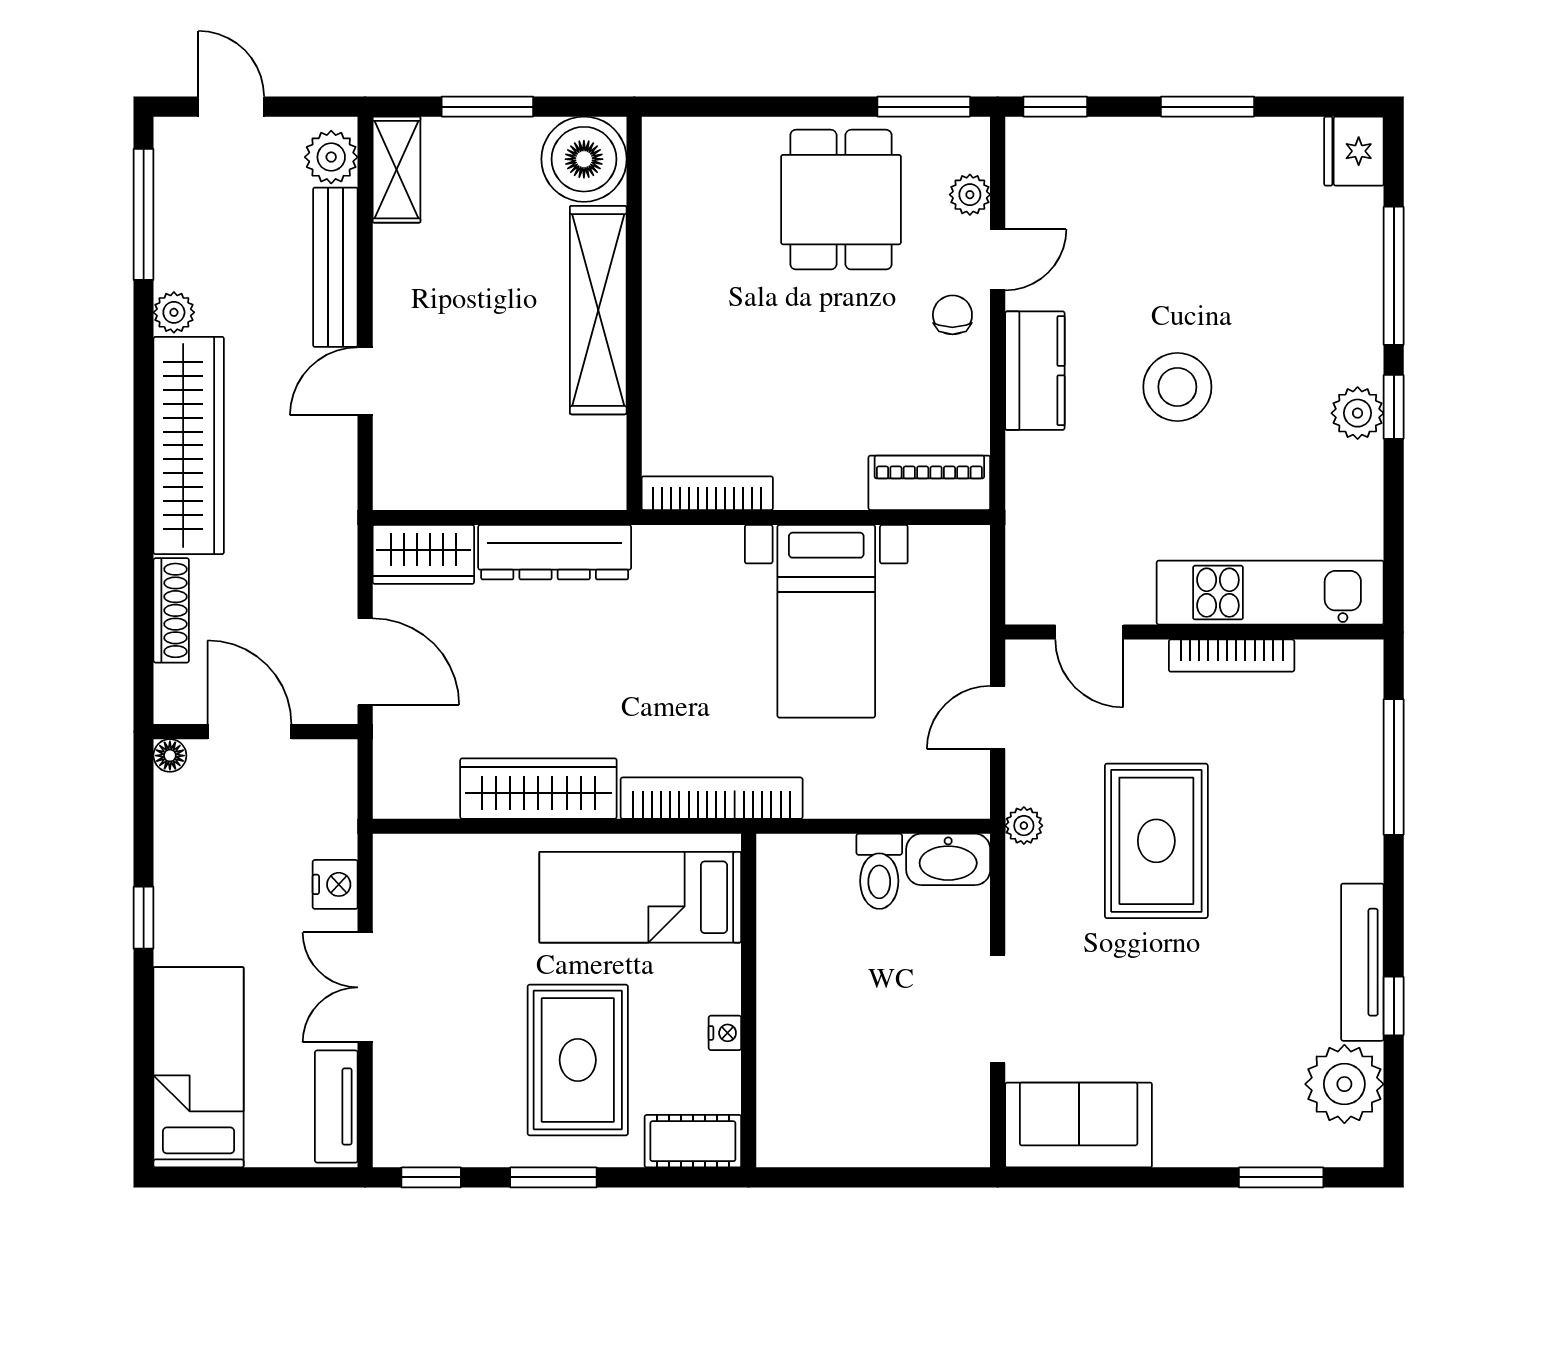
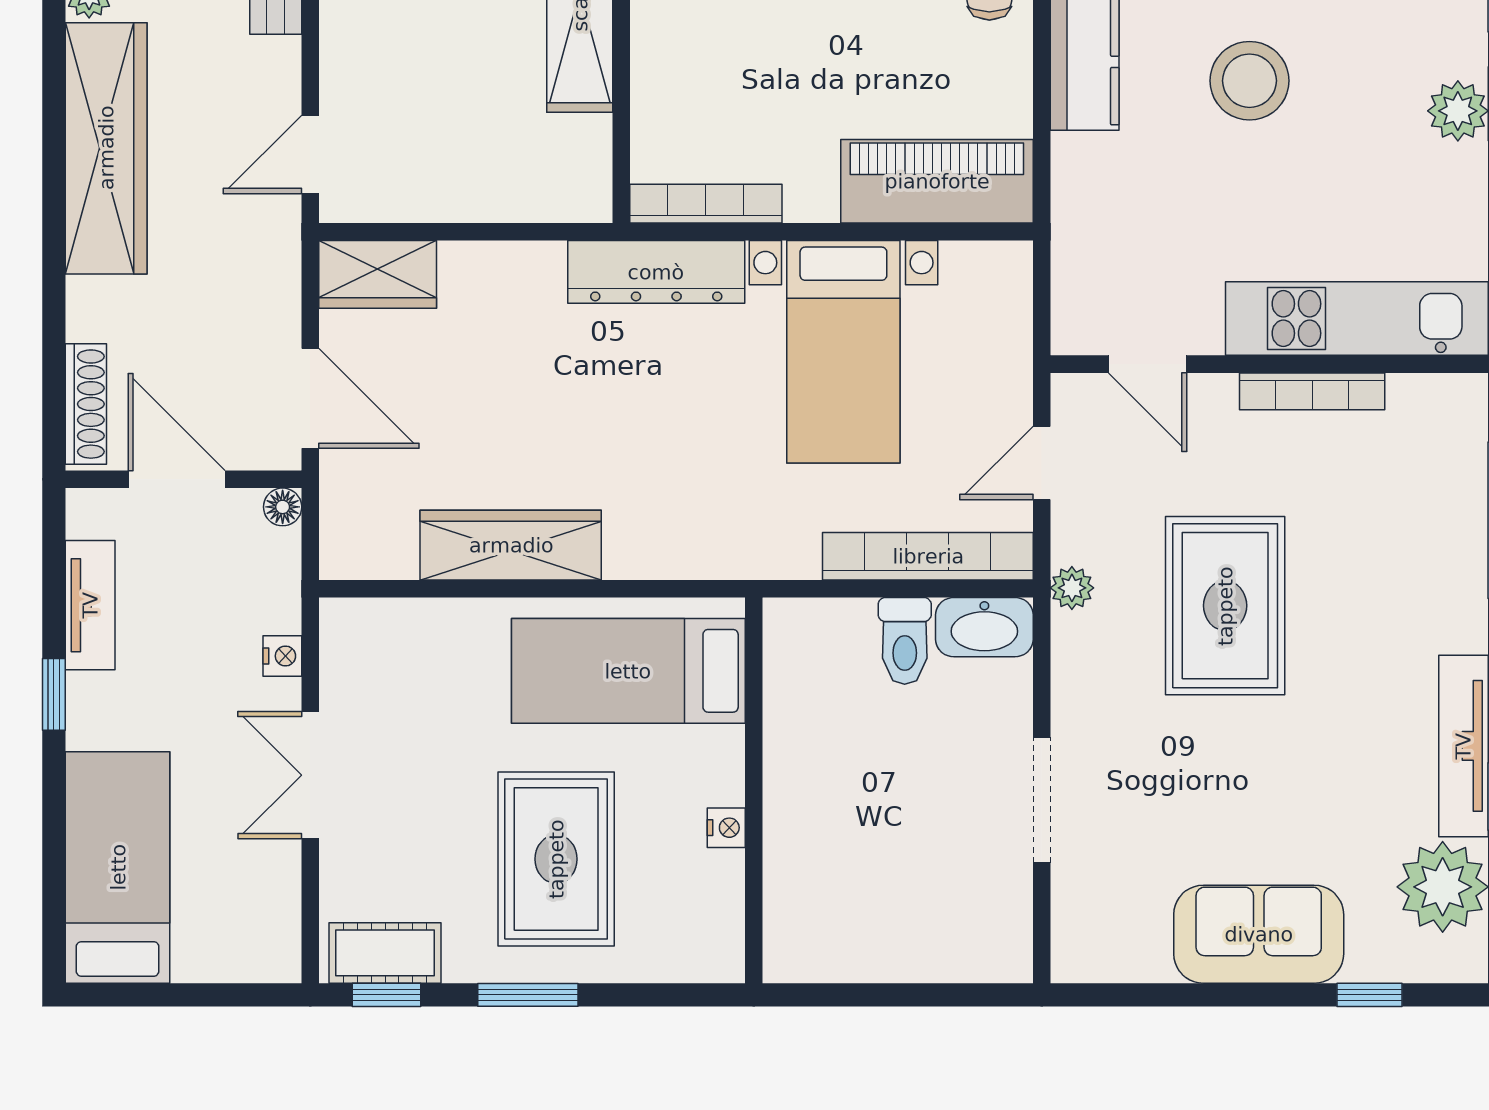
door: (365, 381) -> (310, 155), moved
piano: (929, 483) -> (937, 181), width x1.37, depth x1.33
dresser: (555, 552) -> (656, 272), moved
shoe rack: (171, 610) -> (86, 404), moved
floor lamp: (170, 756) -> (283, 507), moved
bookcase: (712, 798) -> (928, 556), moved
nightstand: (335, 884) -> (282, 656), width x0.72, depth x0.74
tv unit: (336, 1107) -> (90, 605), moved, turned 180
sofa: (1079, 1125) -> (1259, 934), moved
cot: (693, 1141) -> (385, 953), moved
window: (1281, 1177) -> (1369, 995), width x0.67

